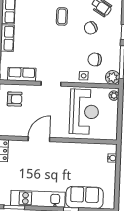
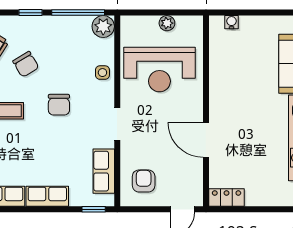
chair: (95, 59) -> (59, 105), moved
plant: (114, 96) -> (167, 23), moved
reception desk: (84, 112) -> (159, 70), turned 180

